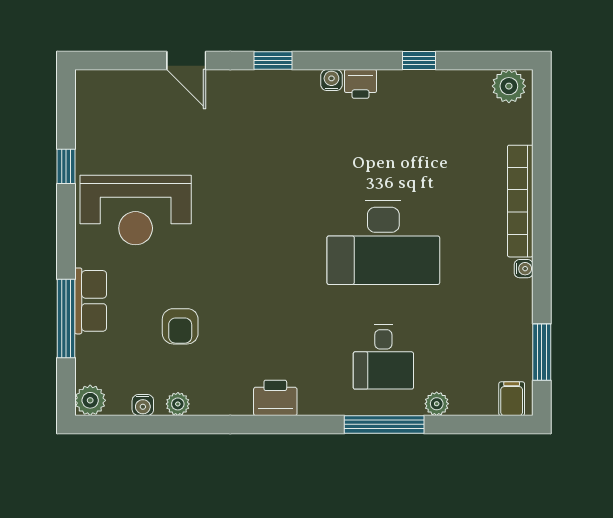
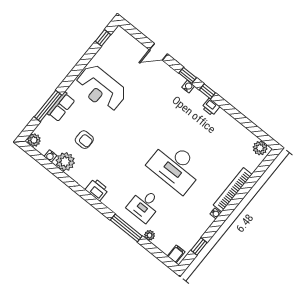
door: (186, 61) -> (158, 52), hinge flipped
window: (419, 61) -> (207, 91), moved
water cooler: (331, 80) -> (188, 87), moved
window: (66, 166) -> (103, 38), moved
armchair: (180, 326) -> (84, 140), turned -90
window: (542, 352) -> (199, 246), width x0.67
plant: (178, 404) -> (65, 162), width x1.88, depth x1.88

